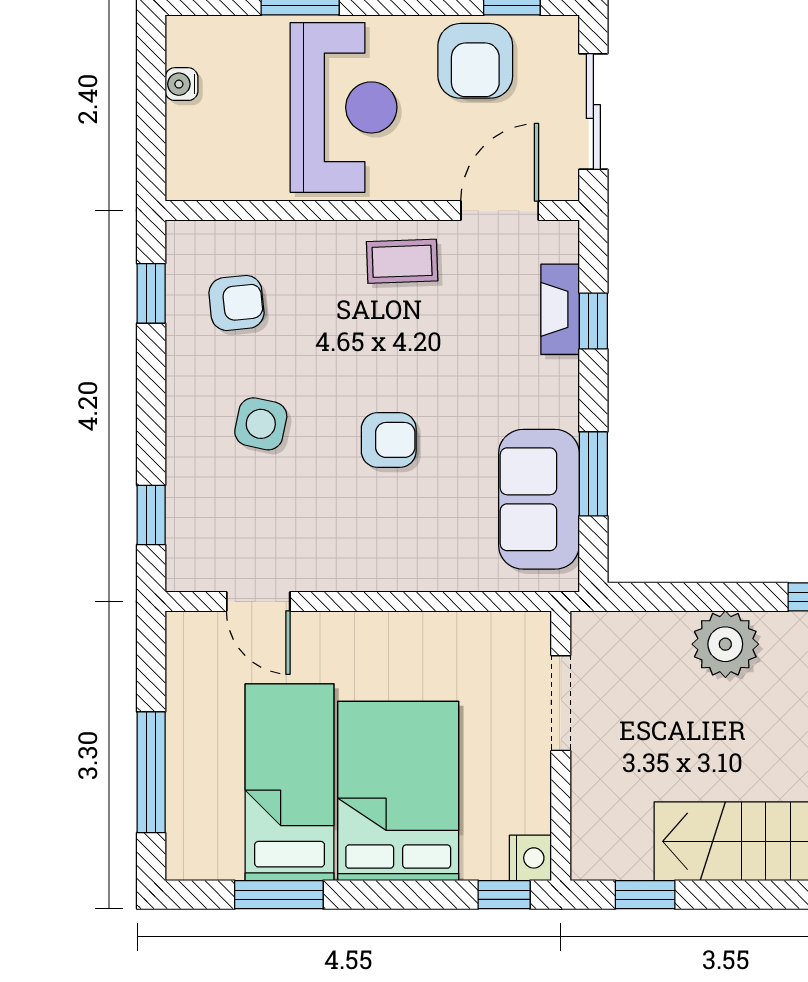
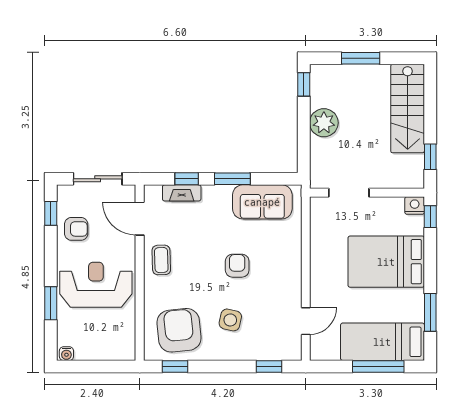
armchair: (475, 61) -> (76, 229), width x0.72, depth x0.72
water cooler: (181, 84) -> (66, 354), moved
armchair: (236, 303) -> (179, 330), width x1.88, depth x1.88
window: (593, 474) -> (232, 179), moved
bed: (290, 782) -> (382, 342), moved

